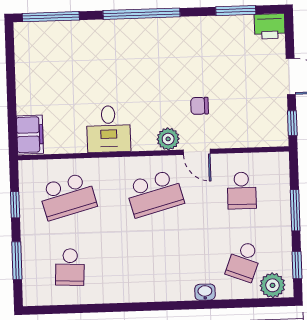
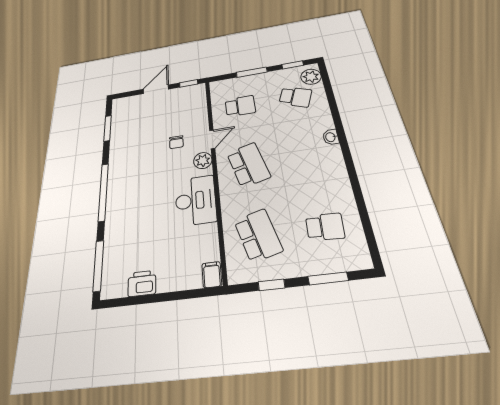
printer: (270, 26) -> (142, 283), moved, turned -90
desk: (109, 129) -> (195, 200), width x1.37
filing cabinet: (30, 135) -> (212, 275), width x0.50
washbasin: (205, 292) -> (331, 137), moved

